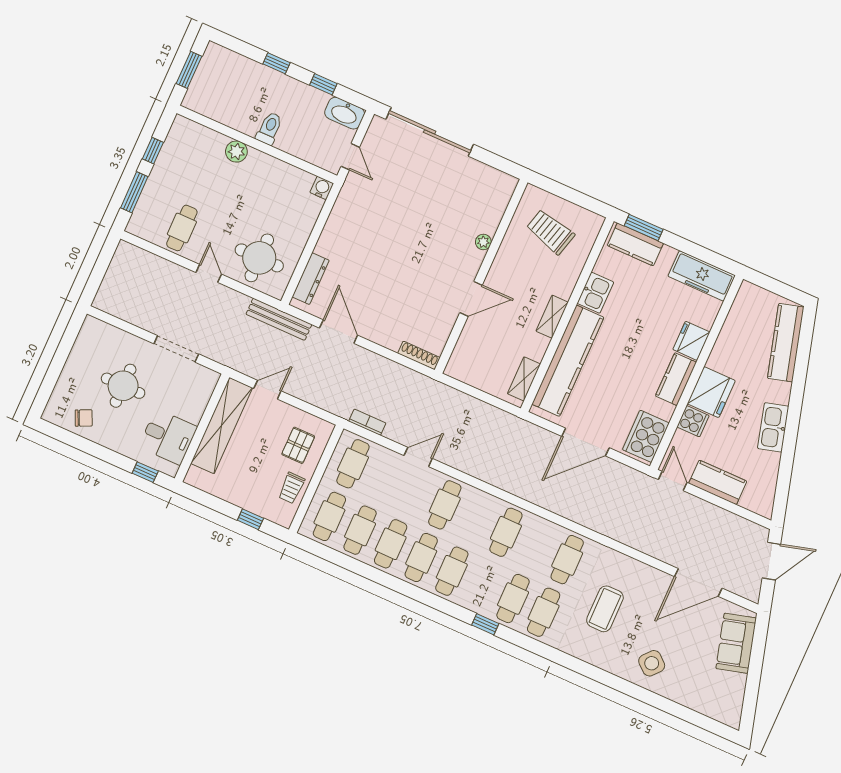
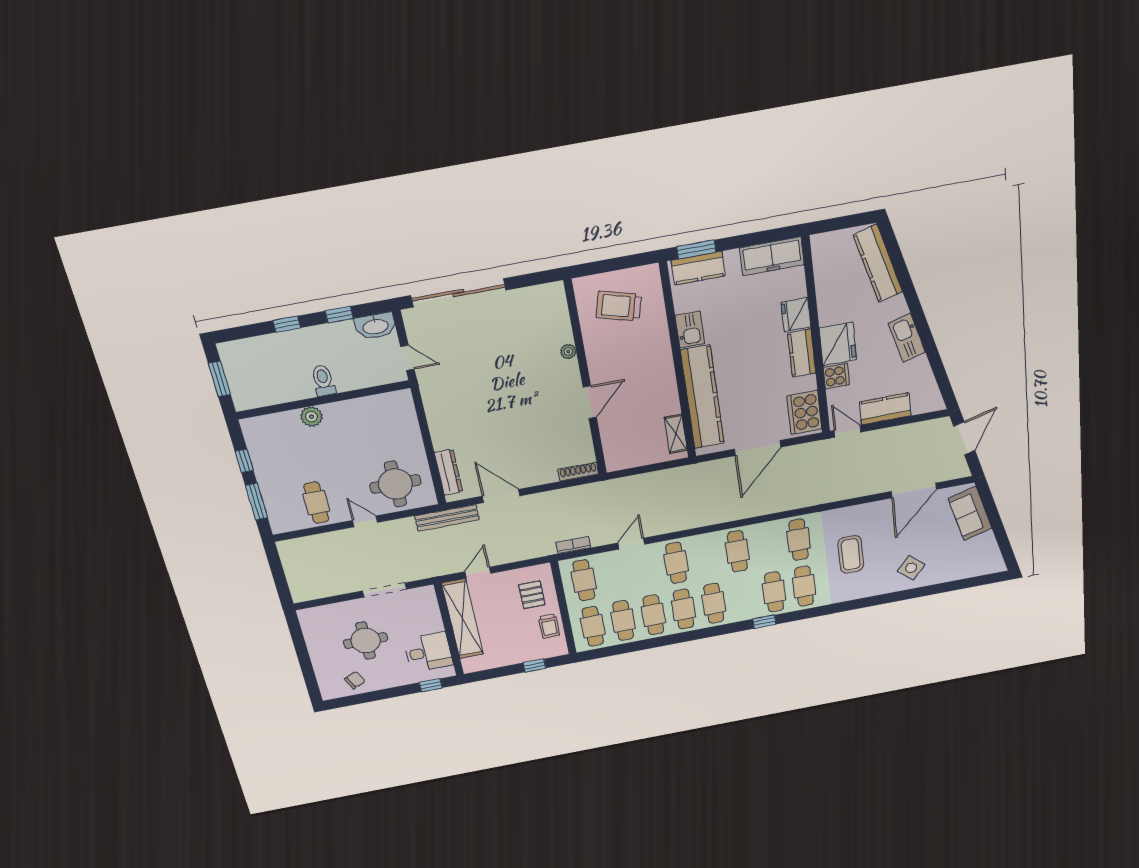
water cooler: (322, 188) -> (403, 398), removed
shelving: (552, 317) -> (666, 372), removed

